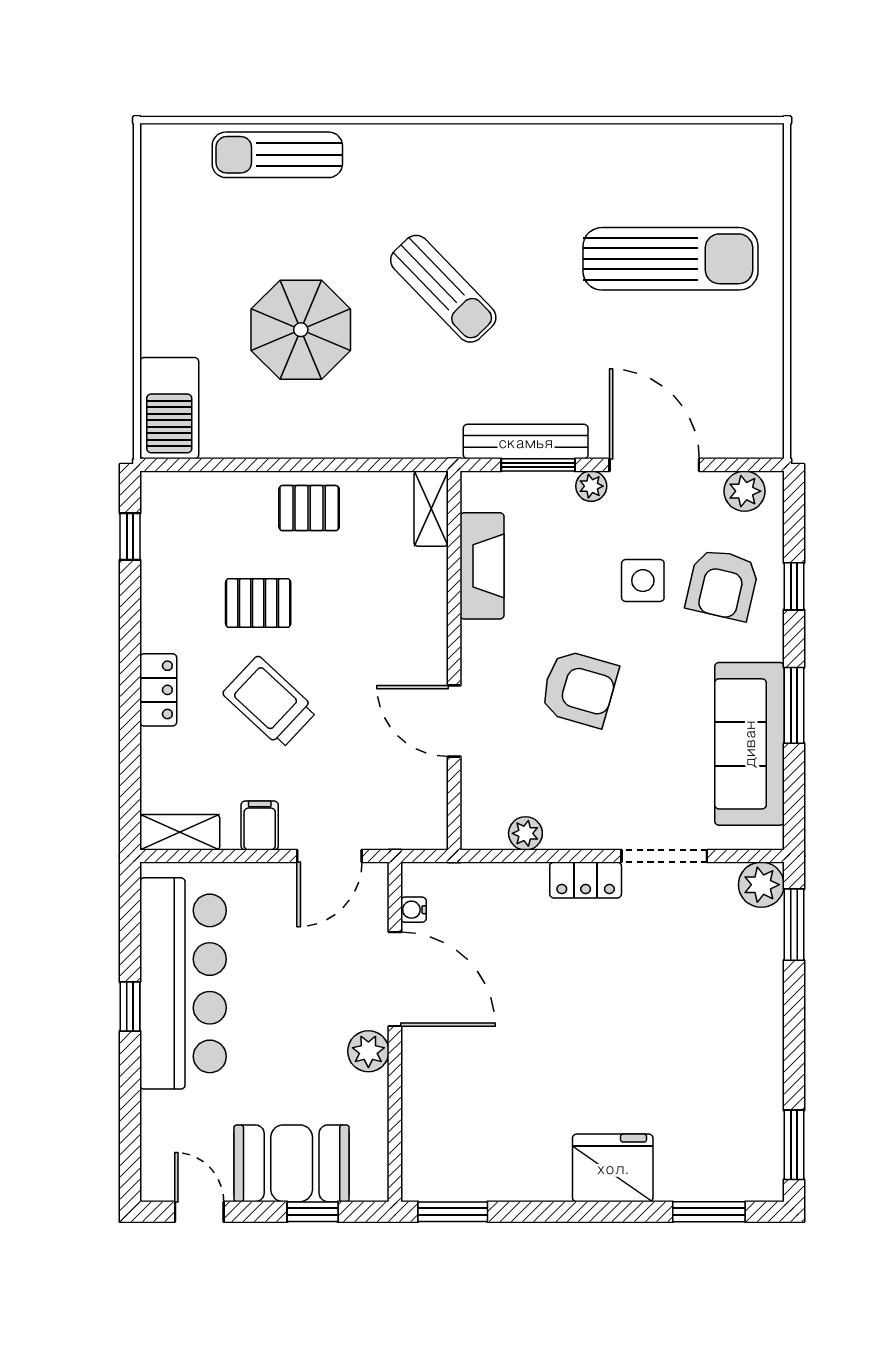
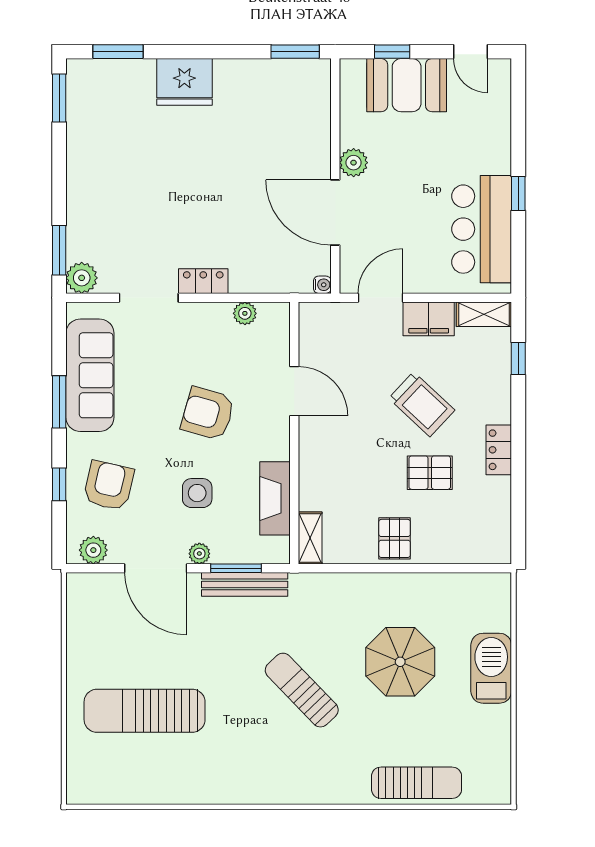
barbecue: (169, 408) -> (491, 668), moved
pallet: (309, 508) -> (395, 538), turned 90
window: (130, 536) -> (518, 359), moved
side table: (643, 581) -> (197, 493), moved
locker: (158, 690) -> (499, 450), moved
filing cabinet: (260, 826) -> (429, 319), width x2.00
water cooler: (413, 910) -> (322, 285), moved
bar counter: (183, 983) -> (482, 229), width x0.73

